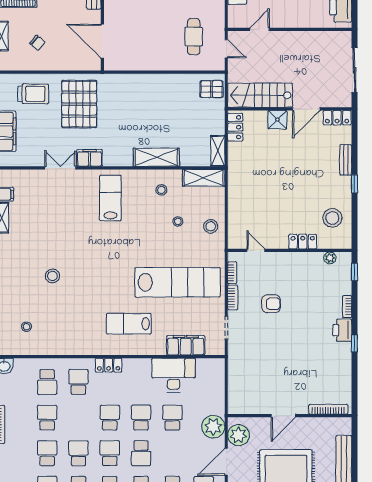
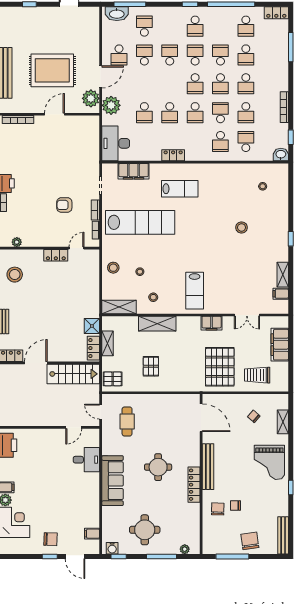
pallet: (164, 105) -> (151, 366), added
shower: (277, 120) -> (92, 326), moved
shelving: (218, 151) -> (108, 343), moved
double door: (60, 168) -> (247, 315), moved
locker: (303, 242) -> (56, 255), moved
door: (256, 250) -> (77, 248), swing flipped
lab bench: (178, 282) -> (140, 222), turned 180
locker: (109, 365) -> (173, 155), moved
desk: (174, 375) -> (116, 143), moved, turned 90
school desk: (141, 453) -> (220, 113), moved

